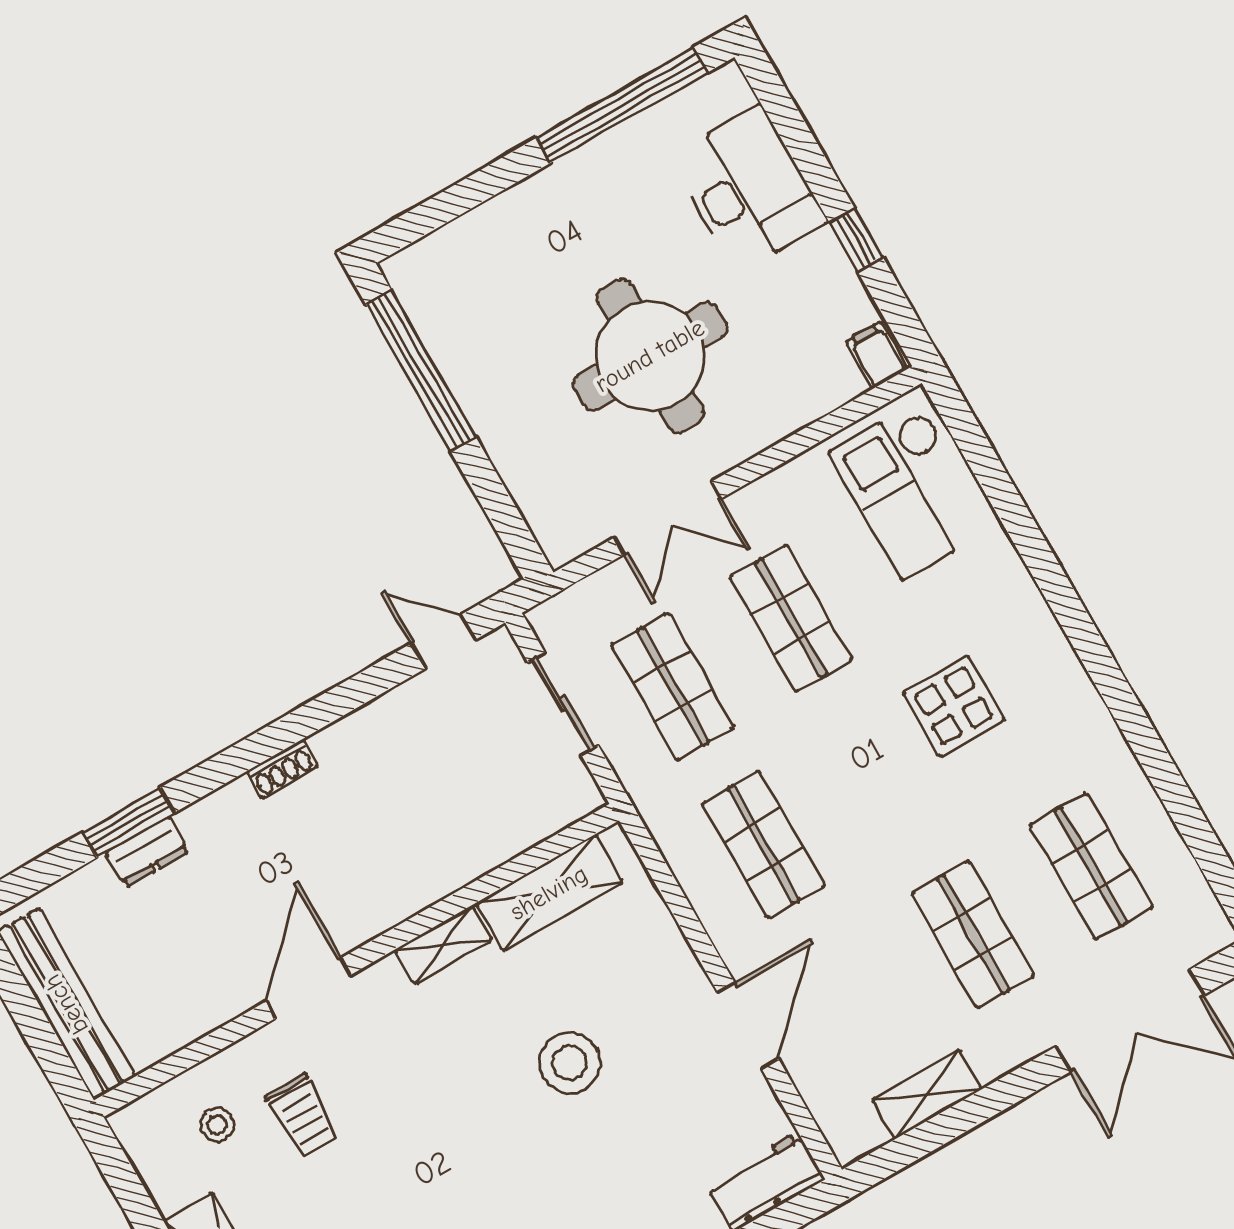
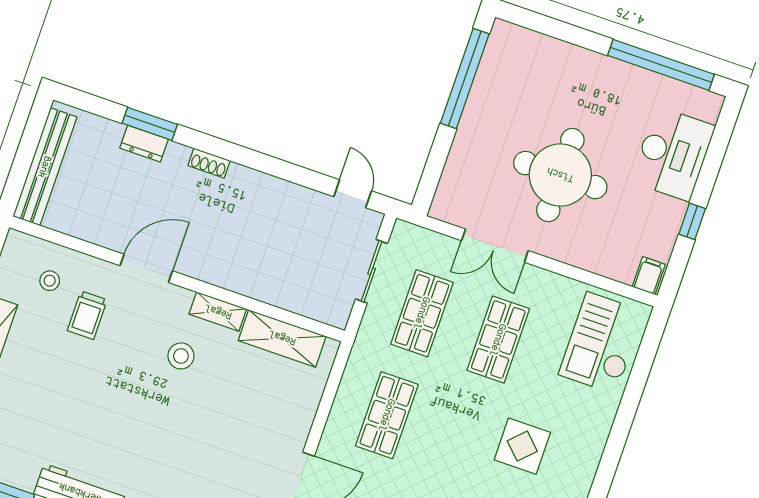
shoe rack: (282, 769) -> (209, 163), moved
stool: (570, 1063) -> (181, 356), moved, width x0.73, depth x0.73

